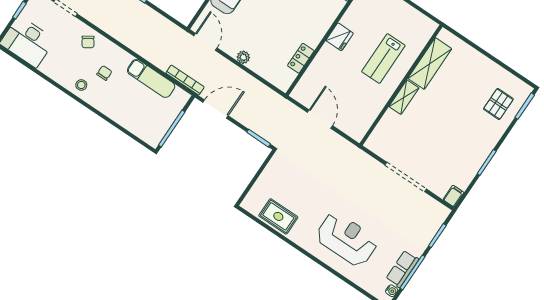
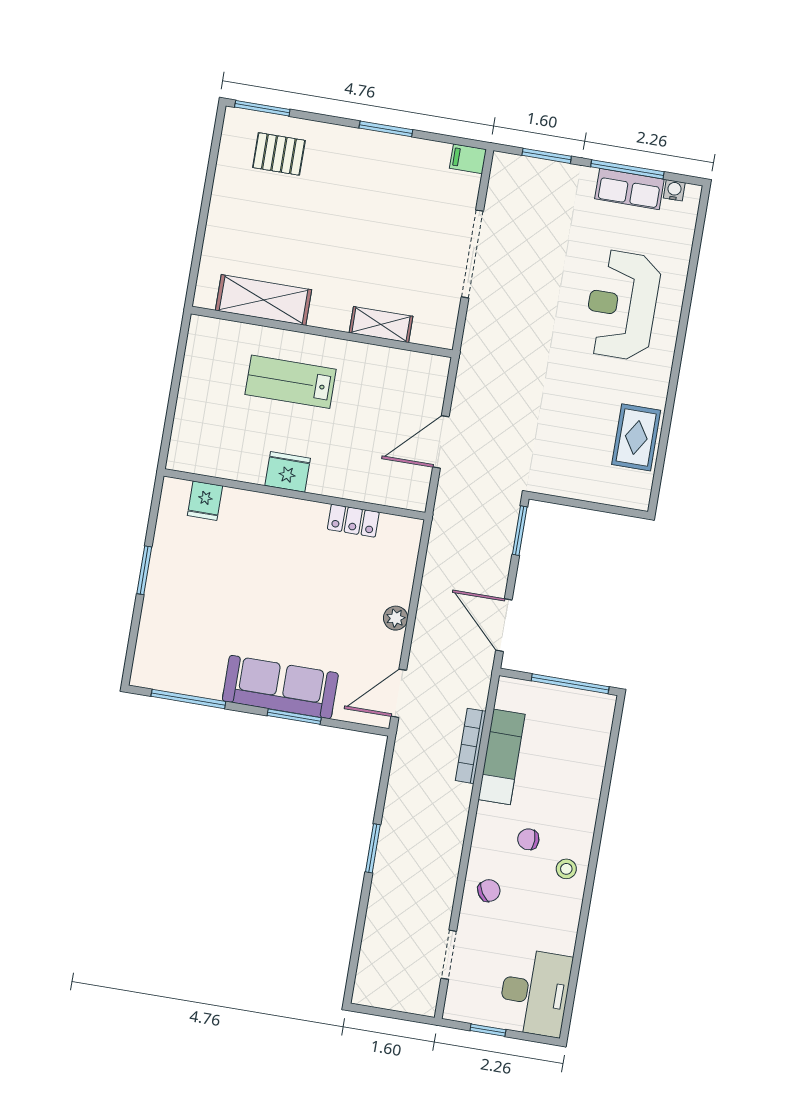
lab bench: (383, 59) -> (291, 382), turned 180
bookcase: (185, 80) -> (471, 746), moved
shelving: (404, 97) -> (381, 325), moved

